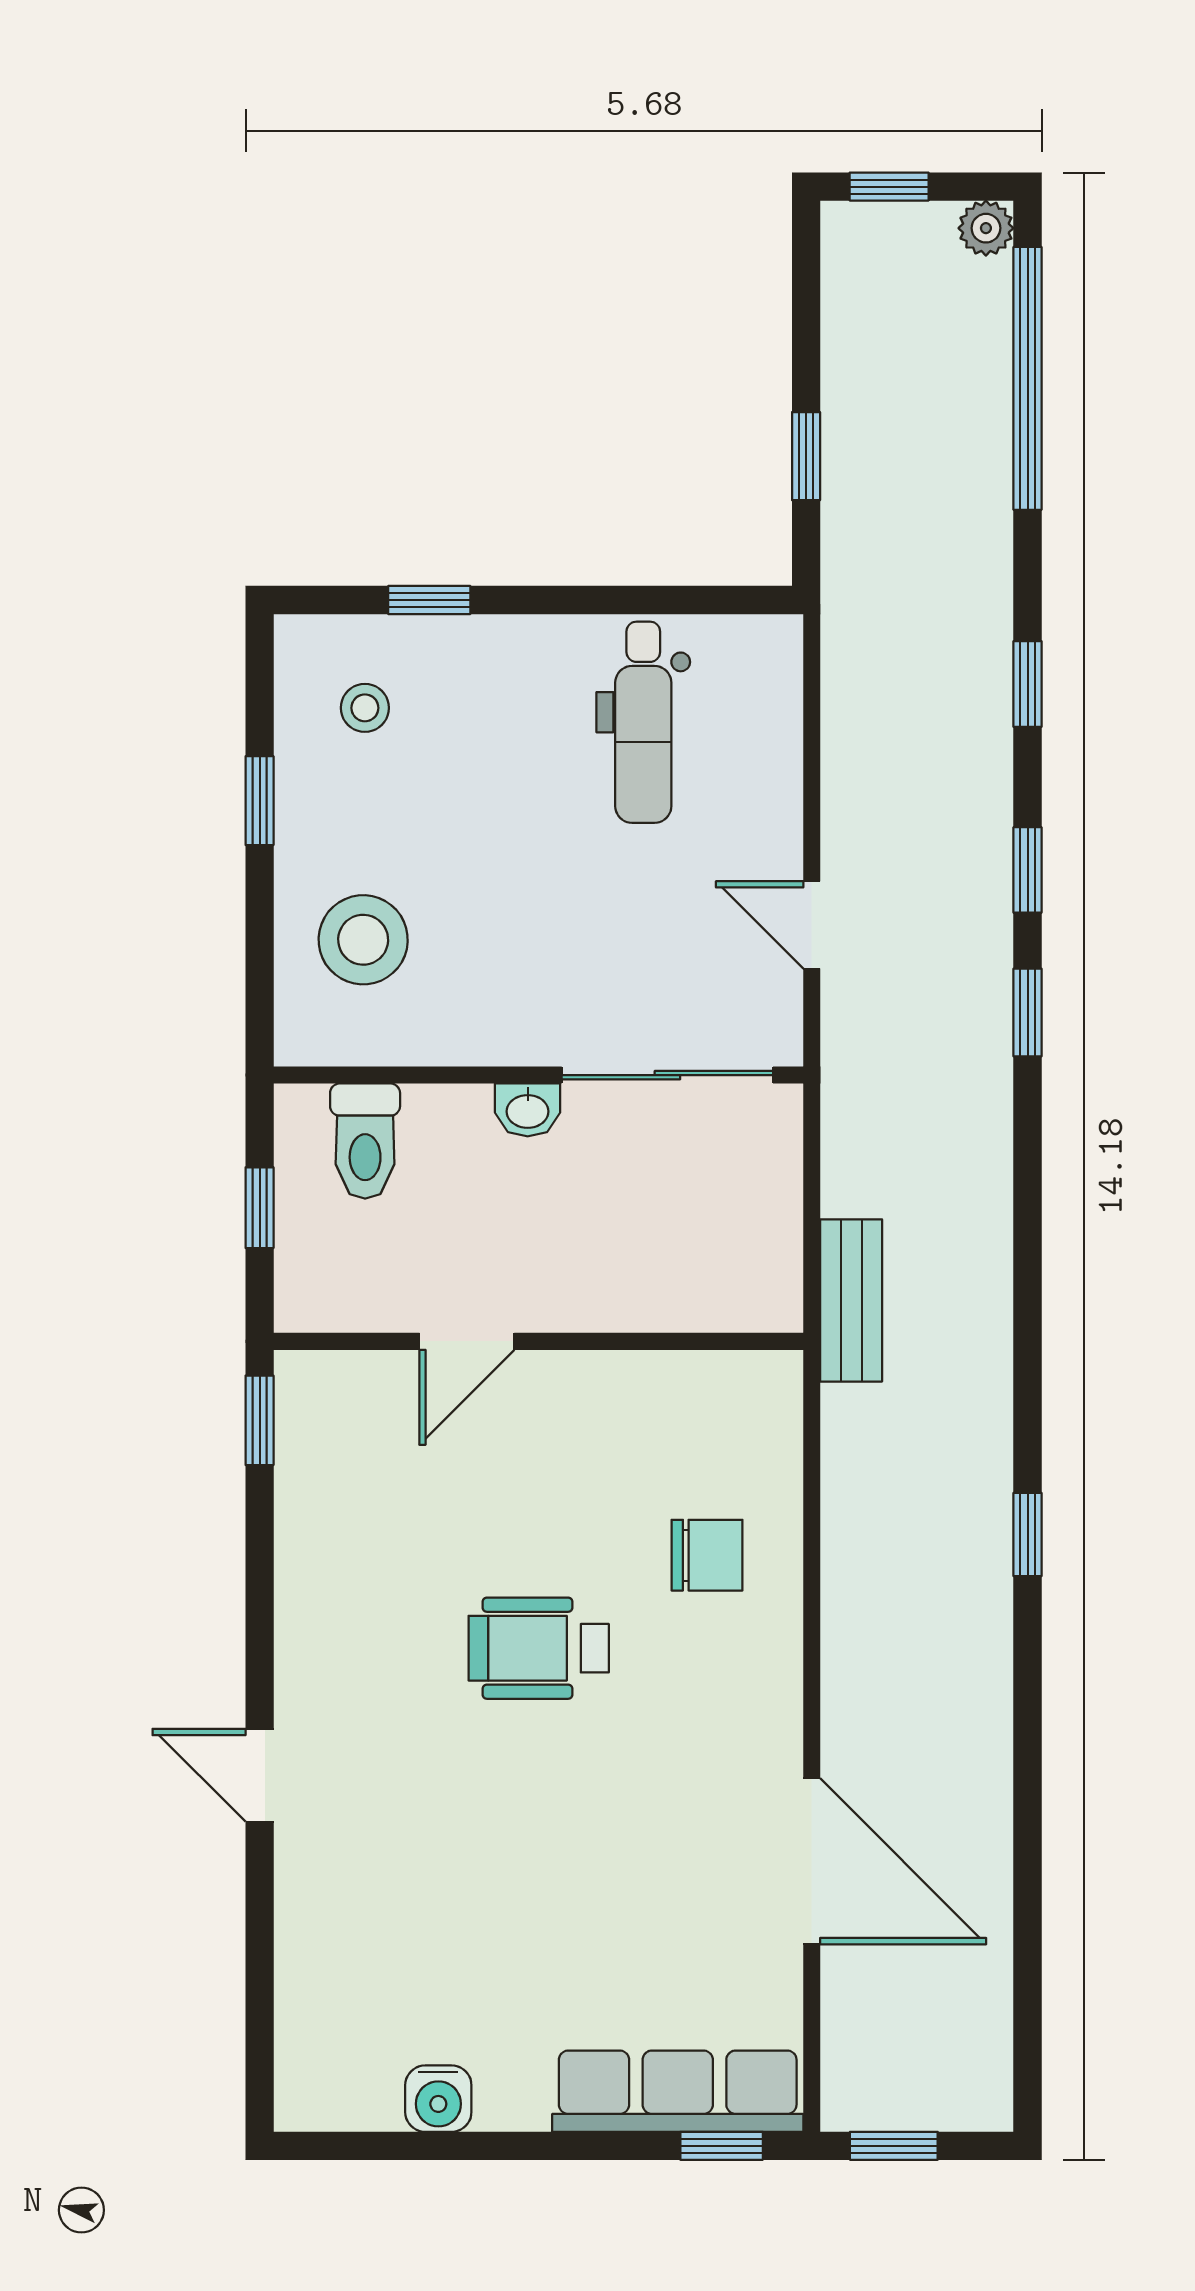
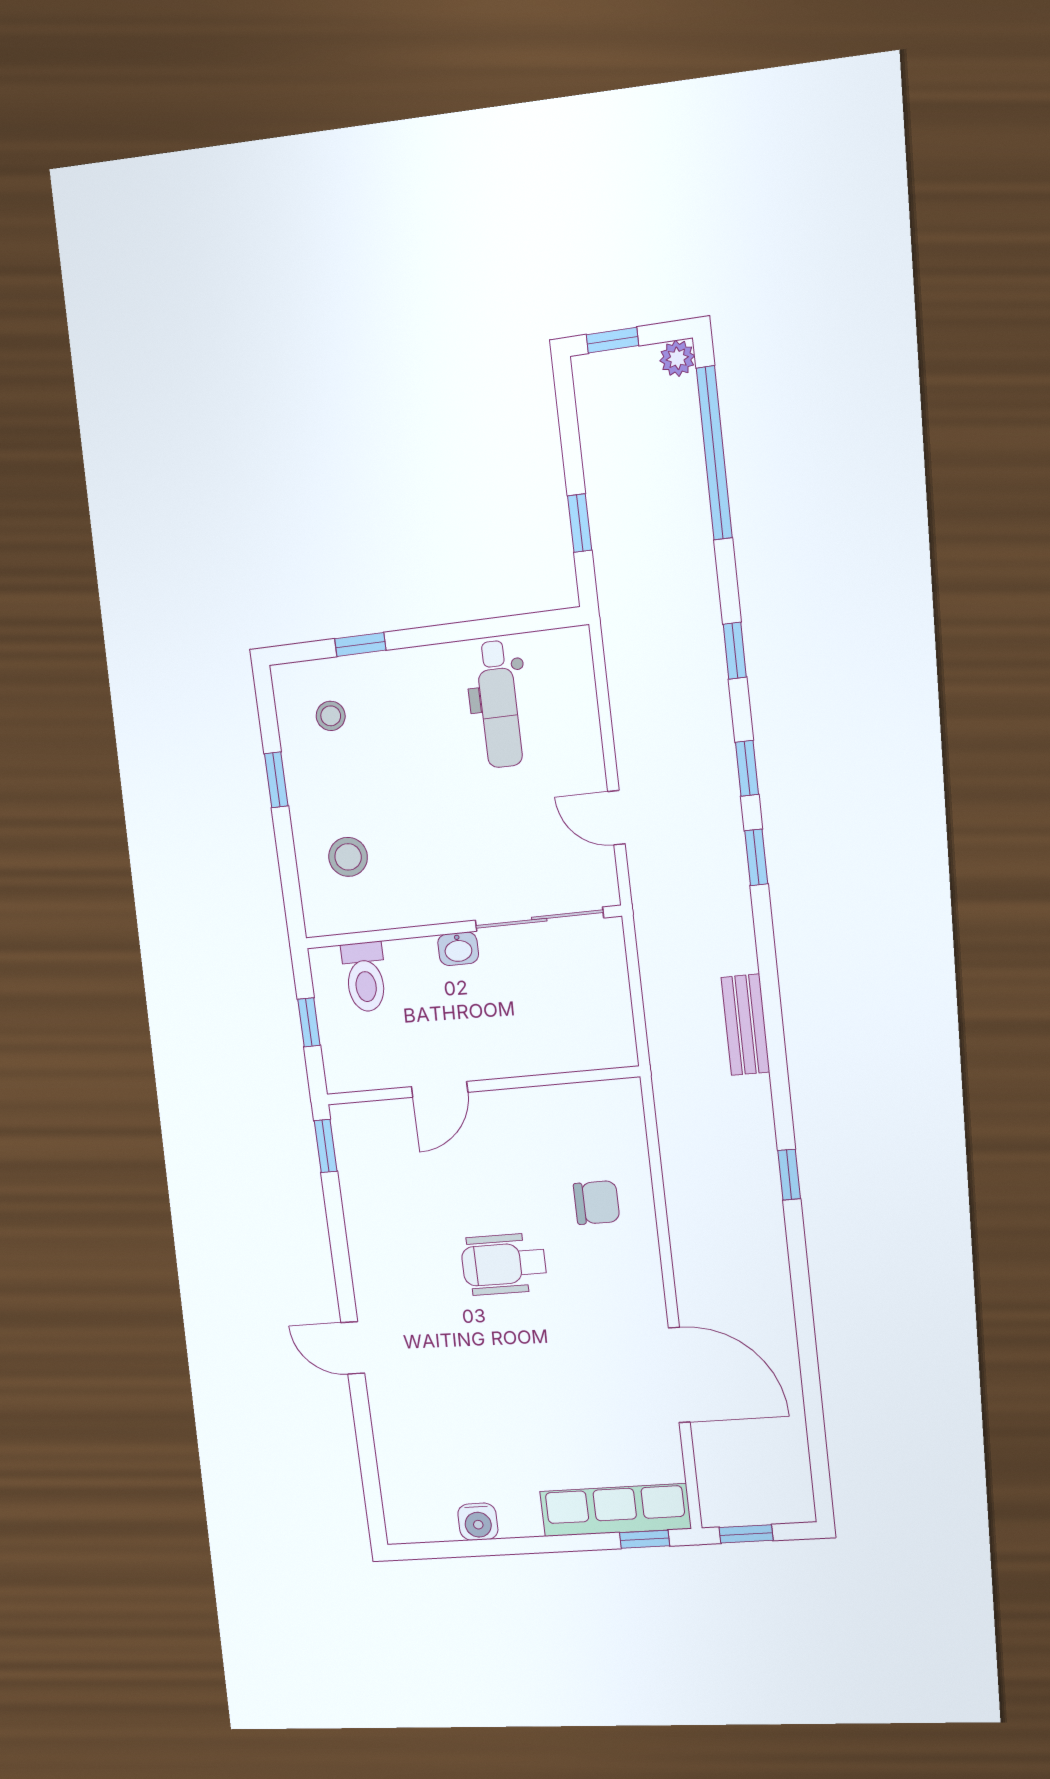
stool: (363, 940) -> (348, 857), width x0.73, depth x0.73
bench: (851, 1300) -> (745, 1025), moved

